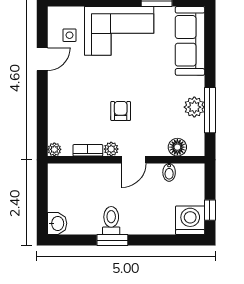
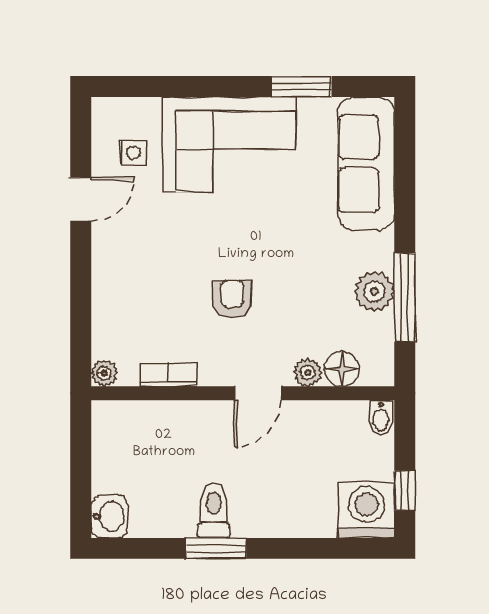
plant: (111, 149) -> (308, 372), moved
bidet: (169, 172) -> (381, 418), moved

